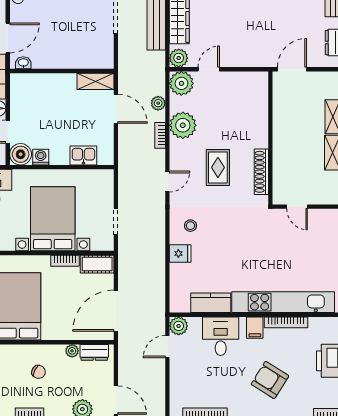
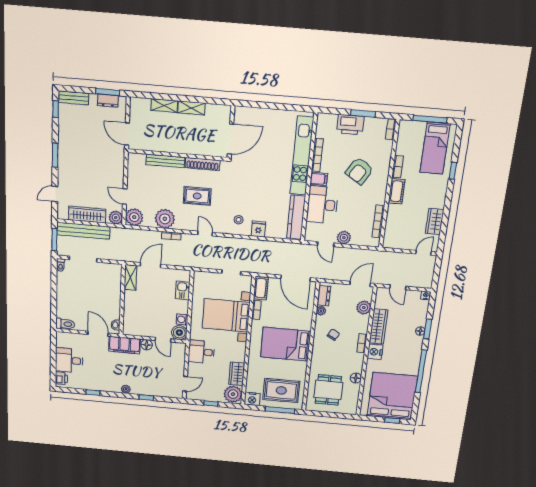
plant: (158, 103) -> (148, 235), removed
bench: (261, 122) -> (165, 161), added
door: (297, 207) -> (231, 139), width x1.87
kitchen counter: (211, 303) -> (296, 217), width x1.50
plant: (179, 326) -> (344, 238), moved
desk: (221, 336) -> (322, 205), width x1.37

